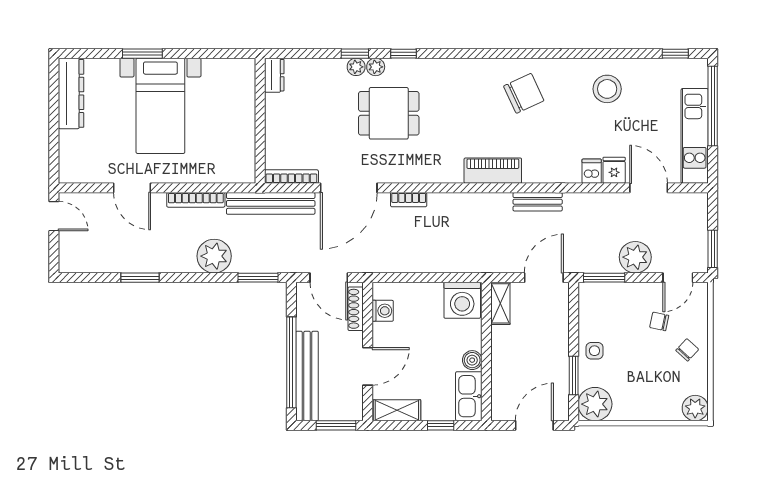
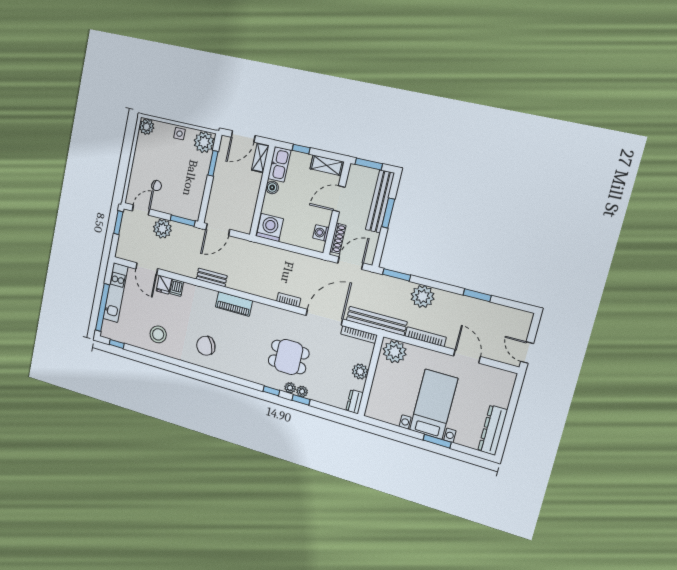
plant: (277, 122) -> (360, 372), added
plant: (234, 166) -> (395, 352), added
door: (329, 278) -> (350, 263), hinge flipped
shelving: (500, 303) -> (260, 158), moved
chair: (687, 350) -> (144, 164), removed
side table: (594, 351) -> (179, 134), moved
window: (291, 362) -> (388, 213), width x0.47

